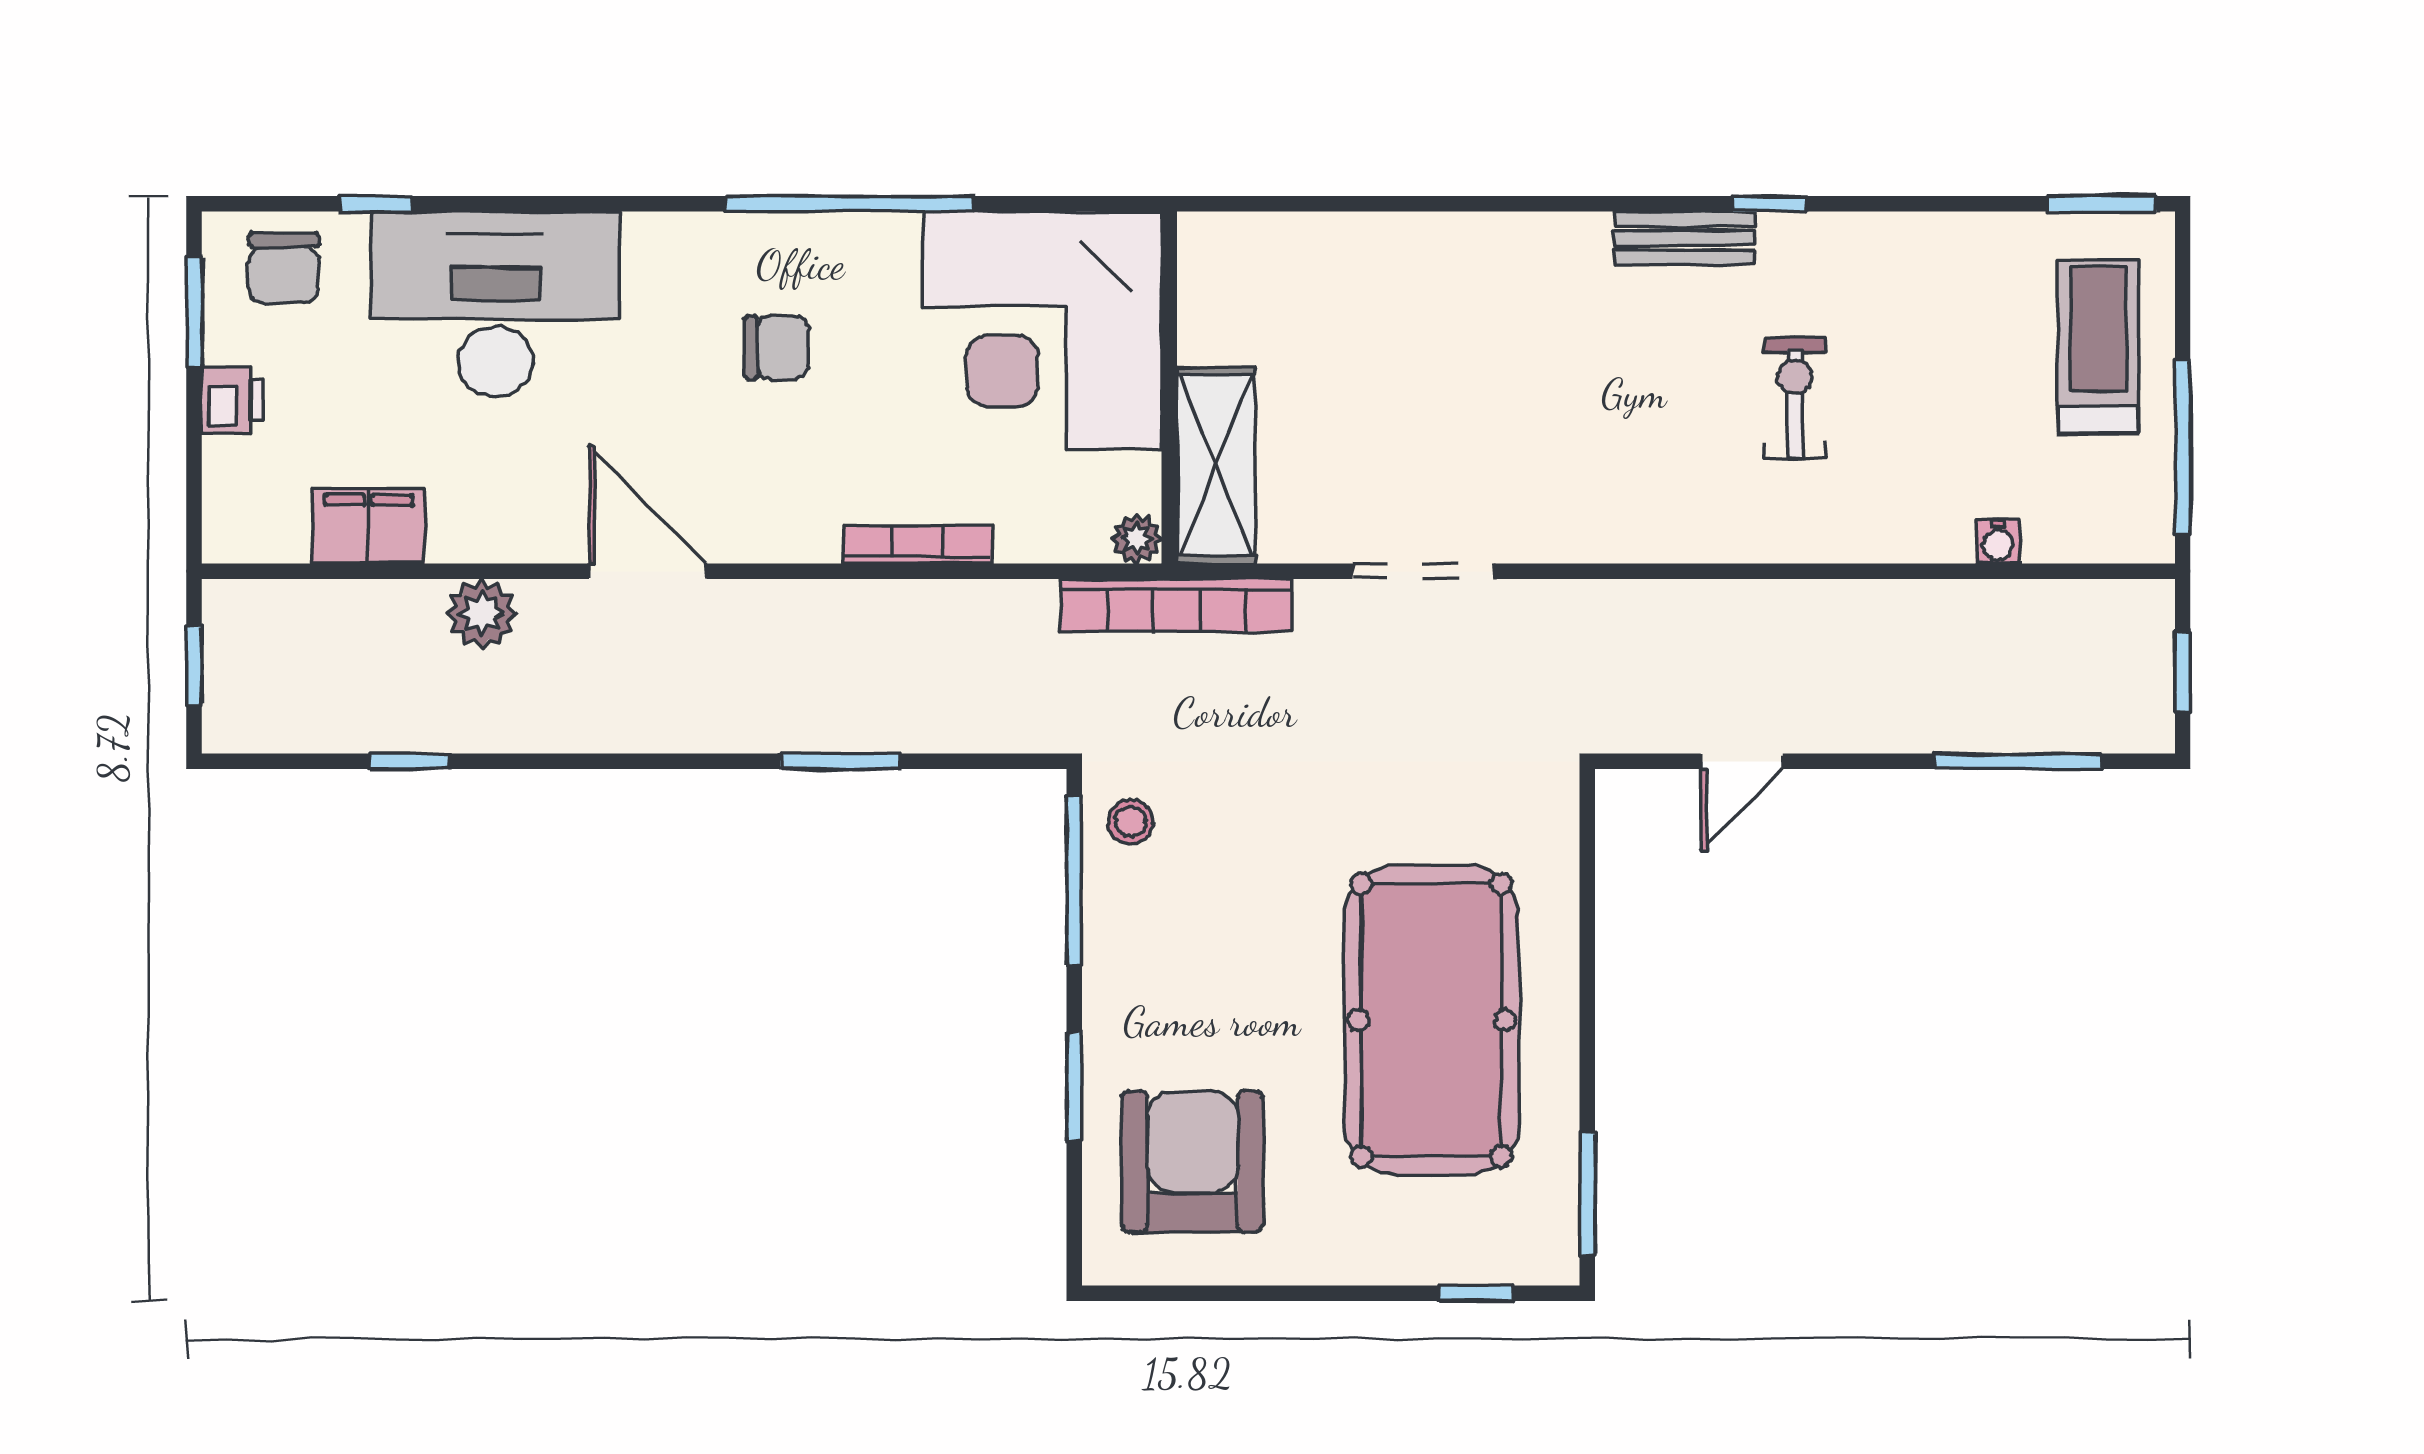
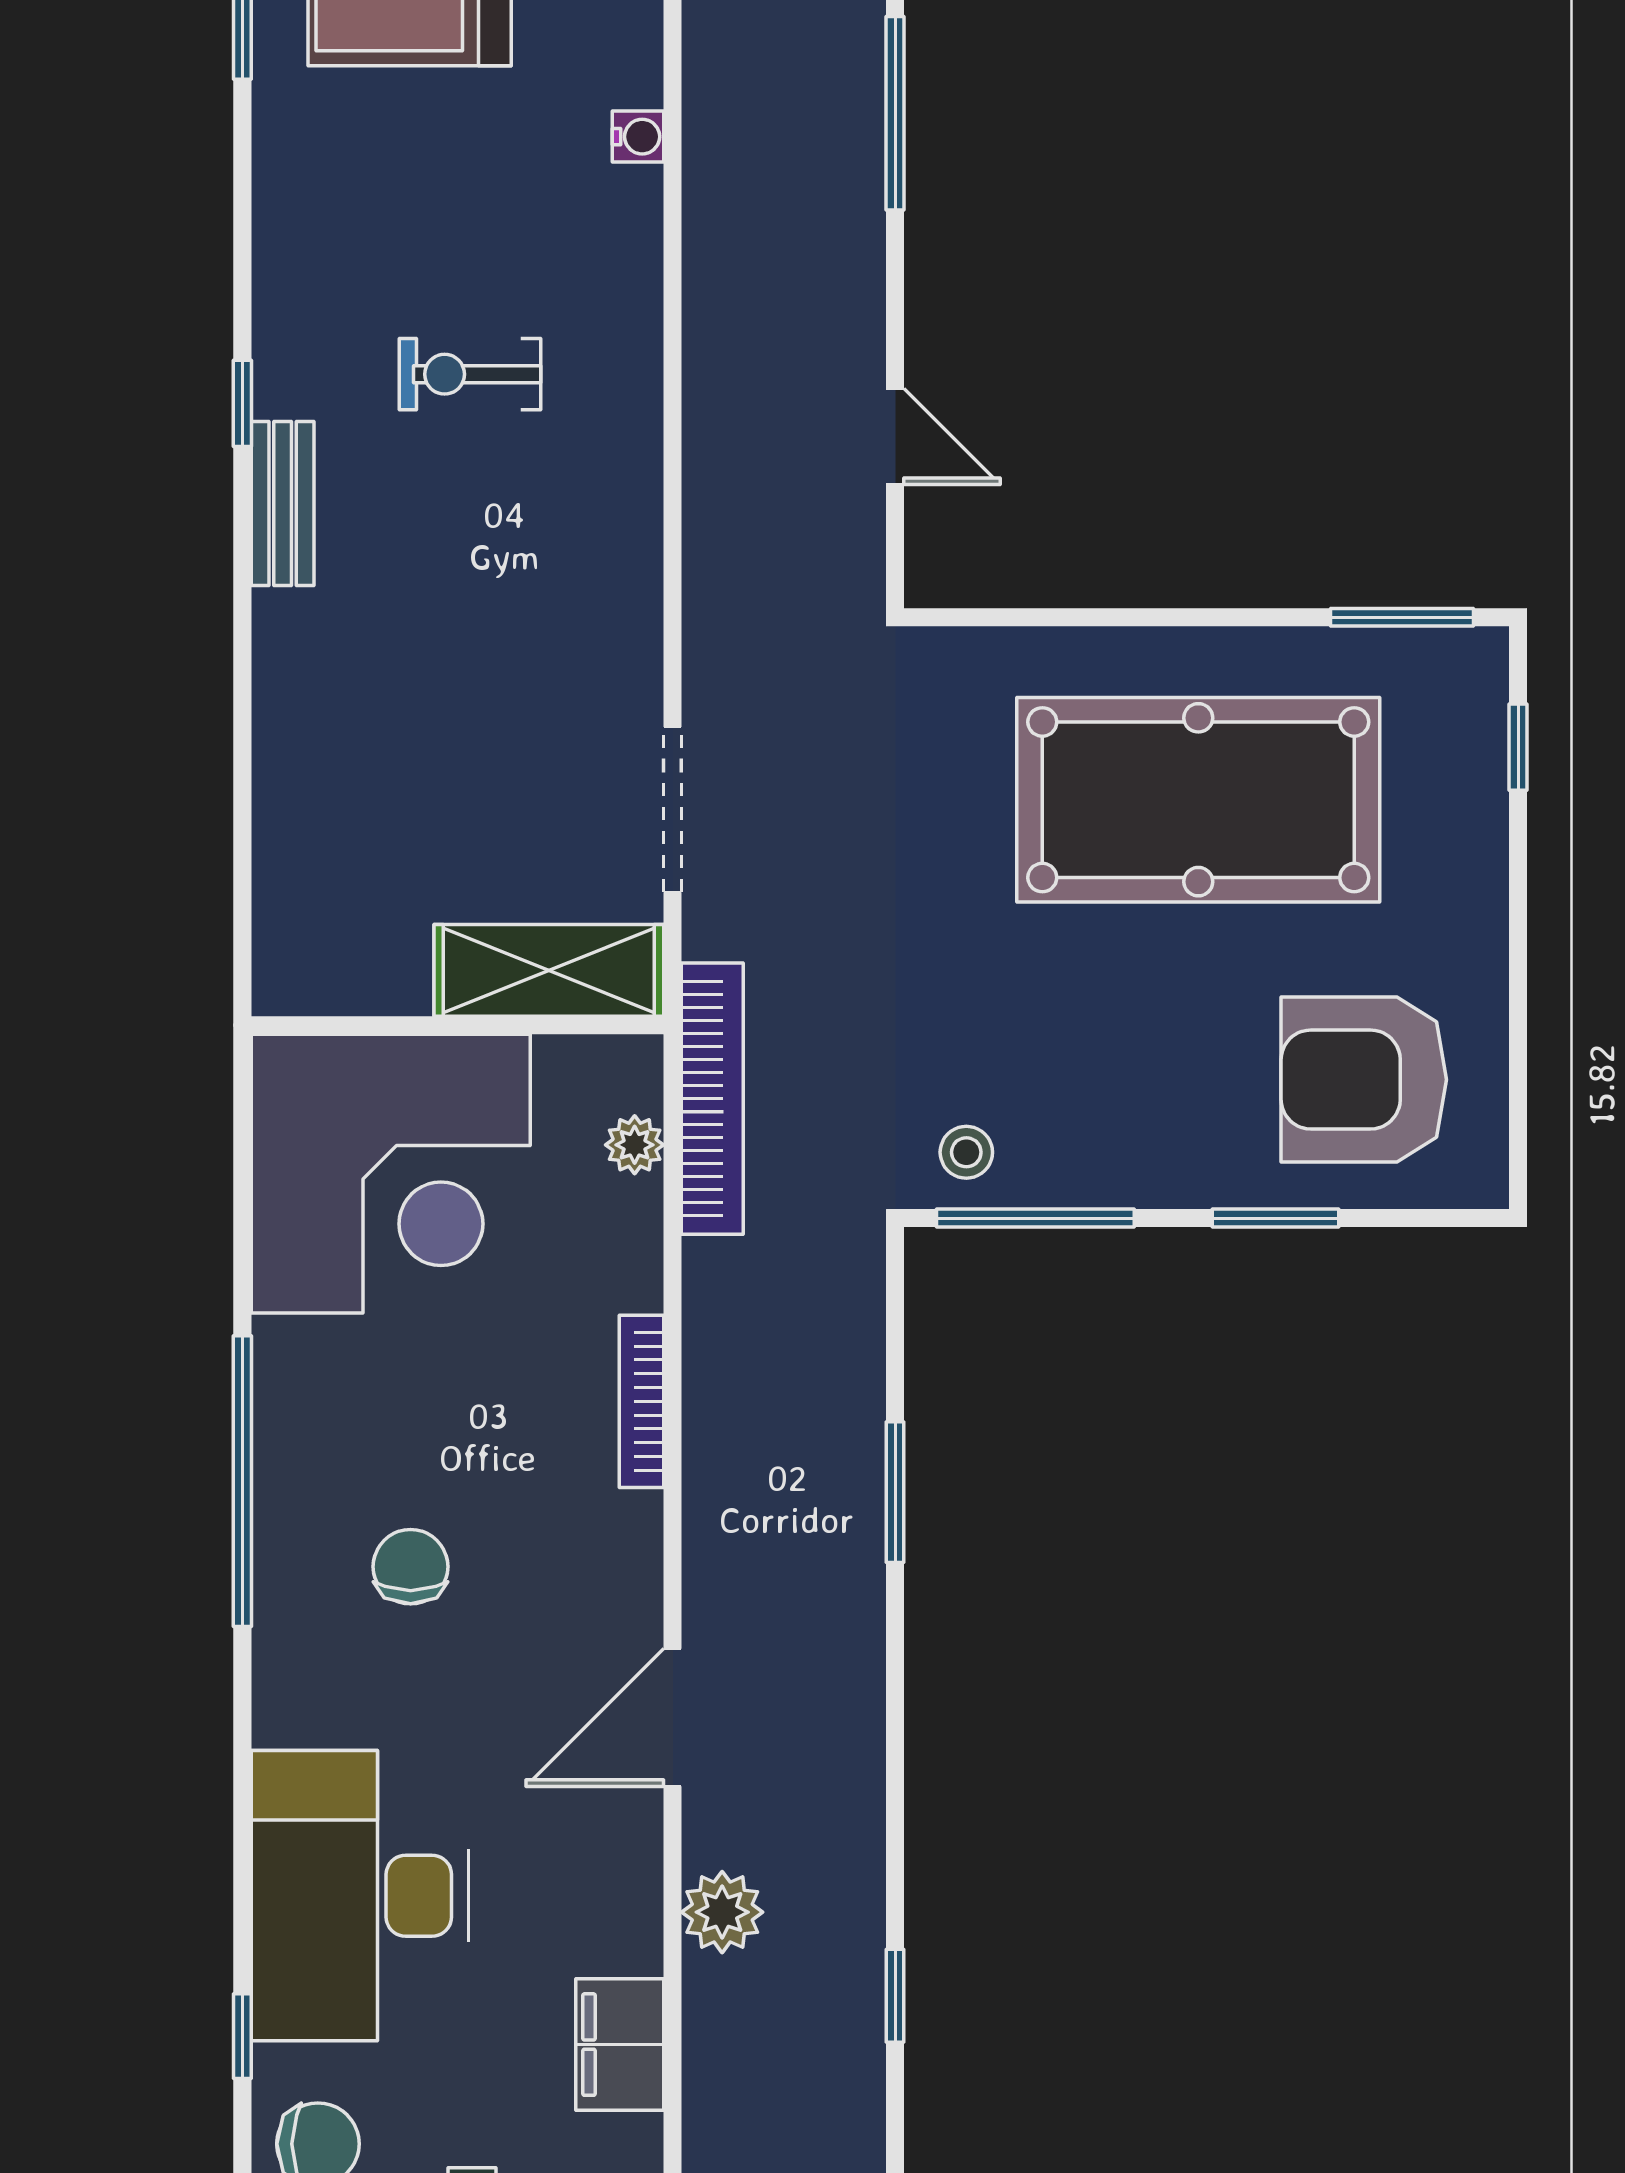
corner desk: (1043, 331) -> (391, 1174), moved
wall: (1169, 387) -> (457, 1025), moved
shelving: (1216, 466) -> (549, 970), moved

